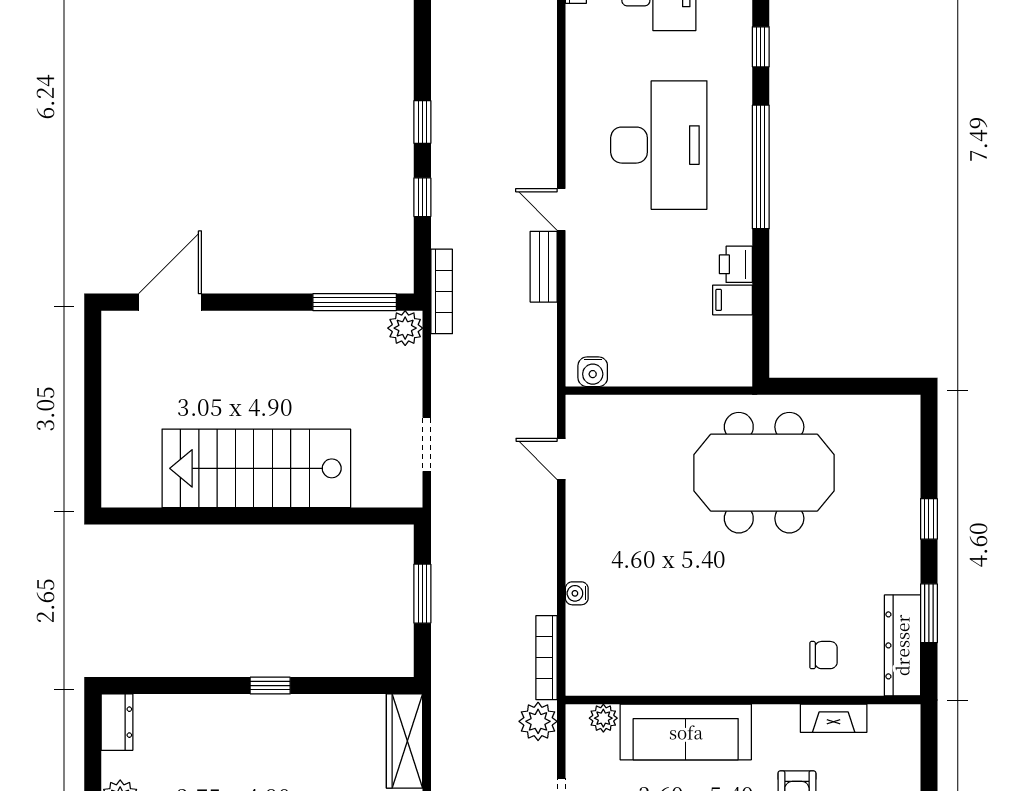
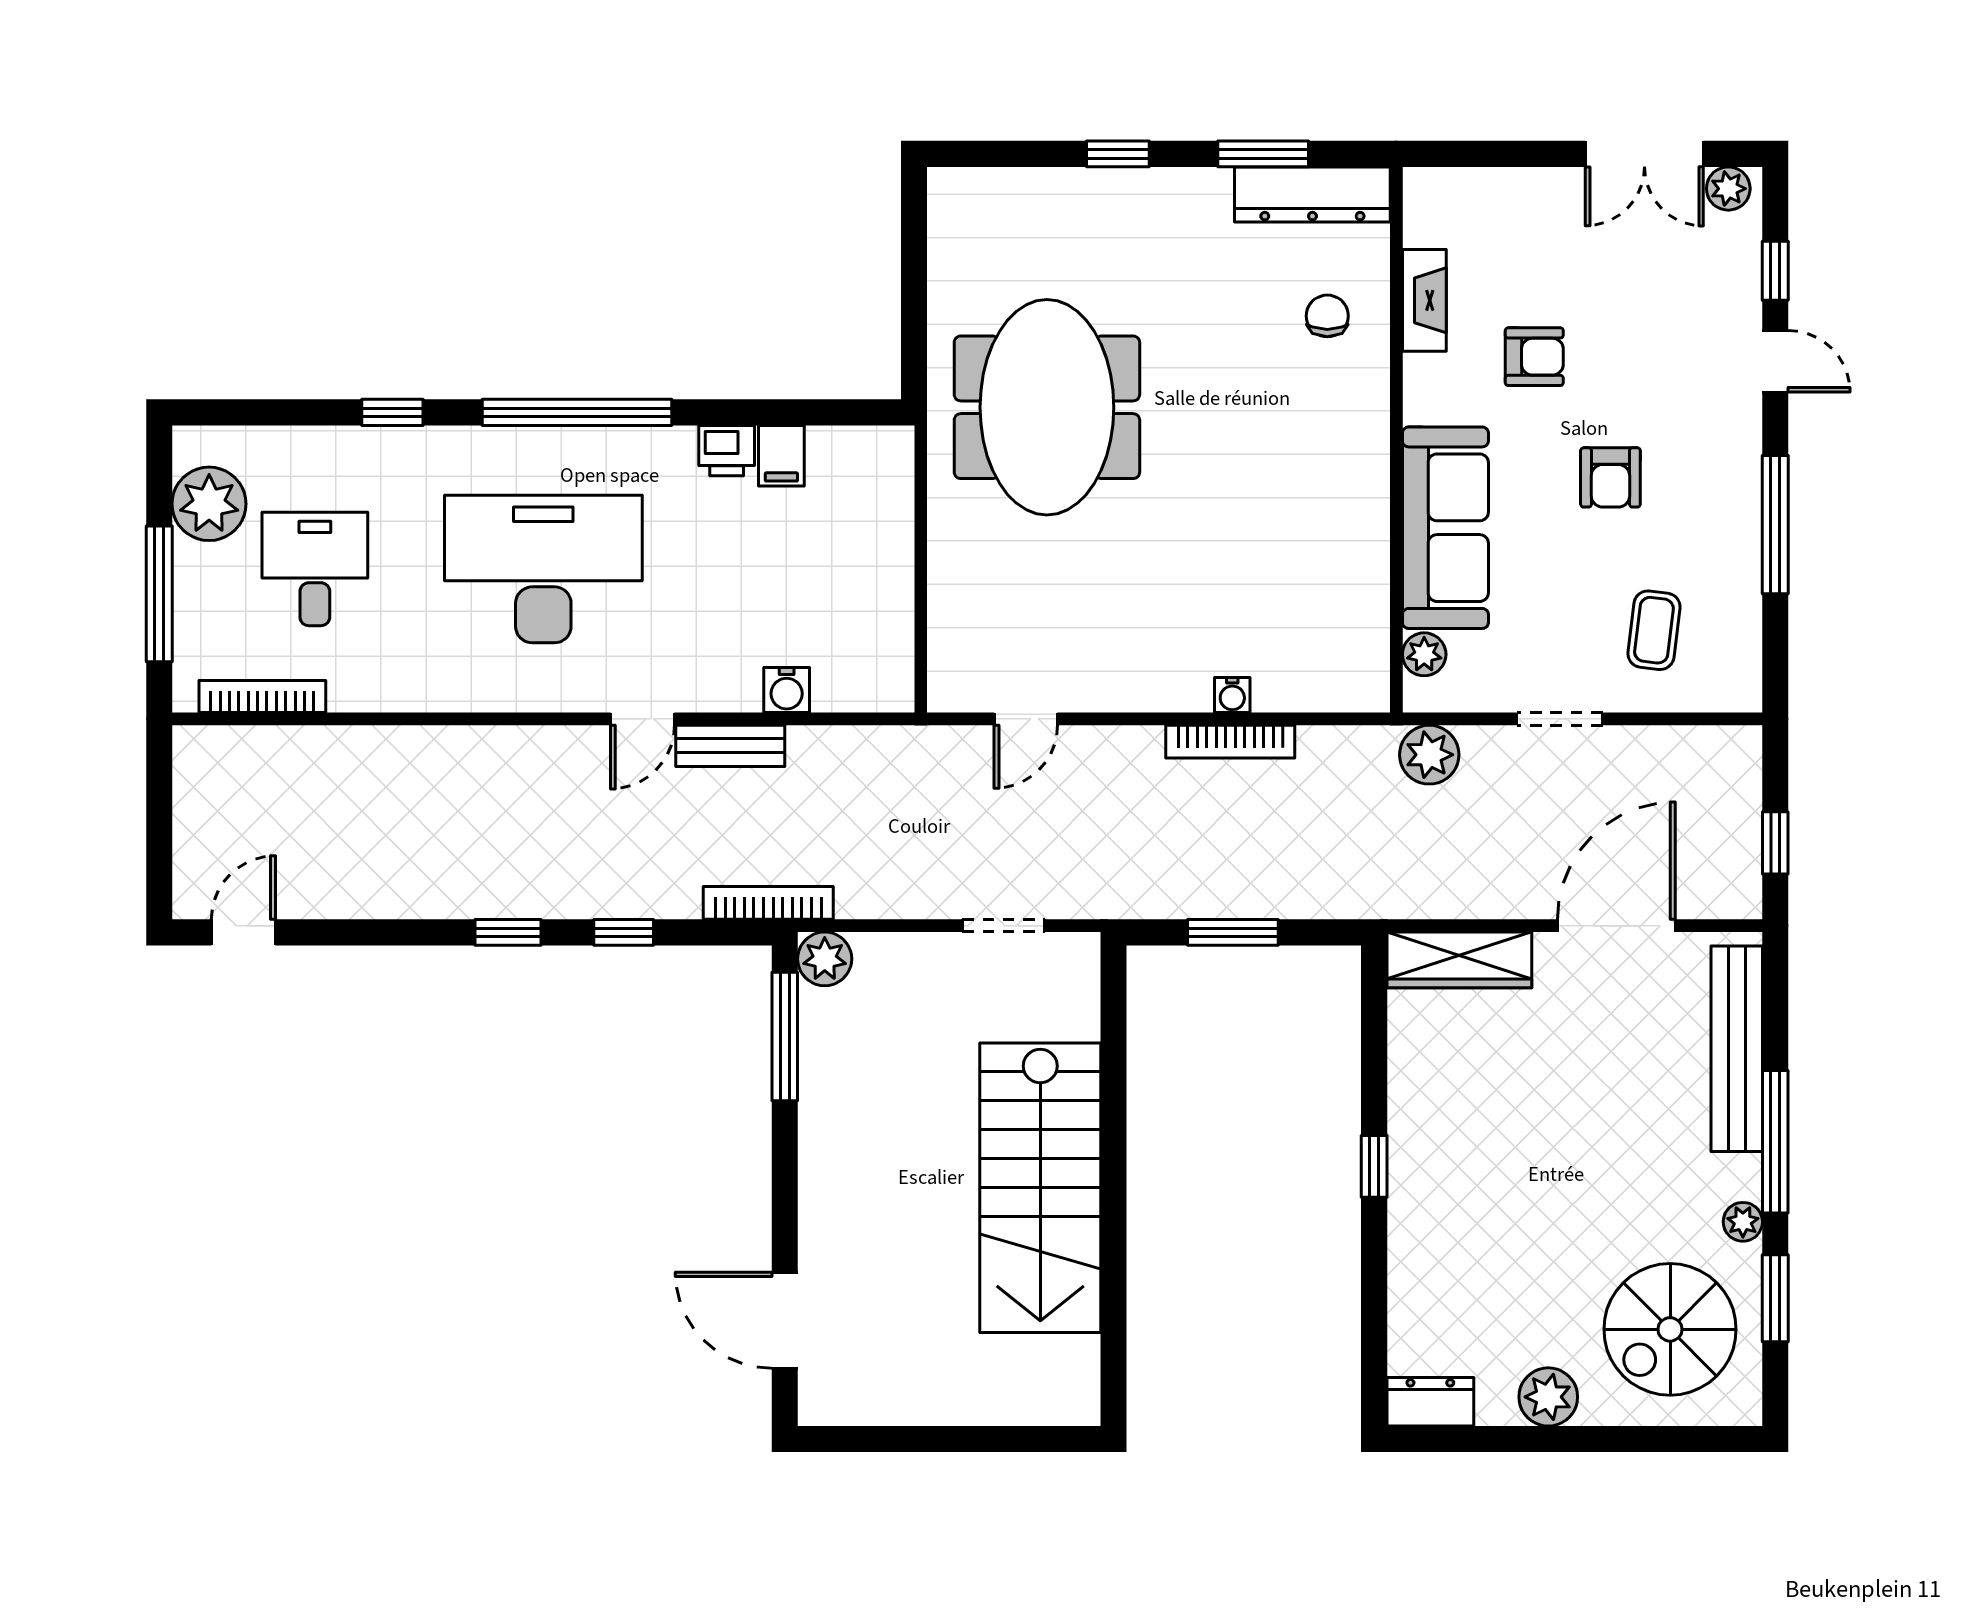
water cooler: (593, 372) -> (787, 690), moved, turned 90
bookcase: (547, 658) -> (1230, 742), moved

